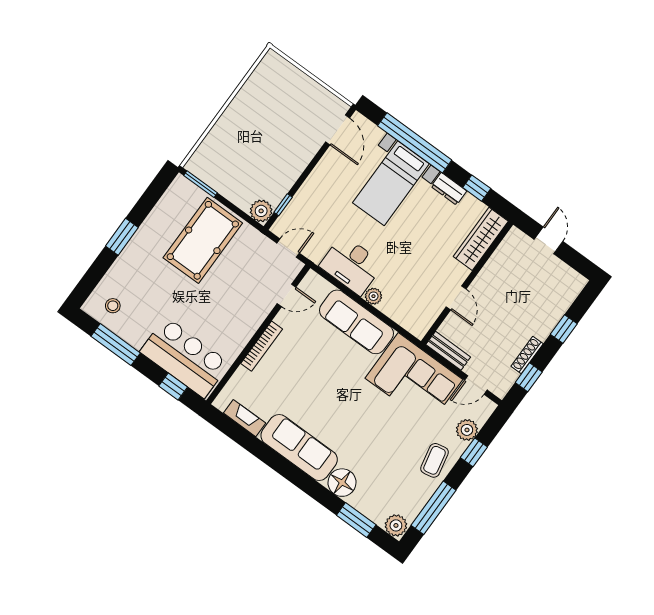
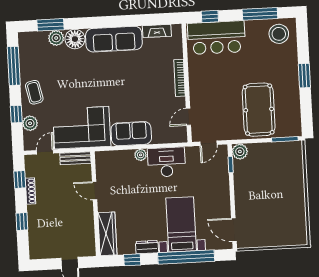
stool: (113, 306) -> (279, 34), width x1.89, depth x1.89
sofa: (356, 322) -> (131, 134), width x0.73
plant: (396, 525) -> (56, 38), moved

